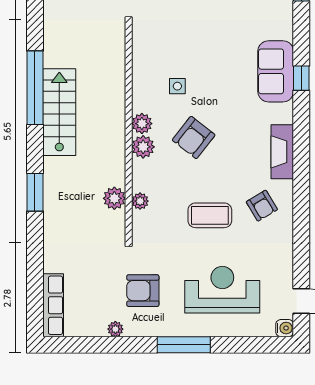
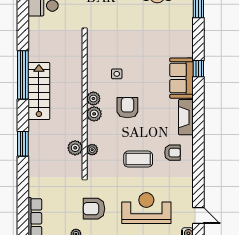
sofa: (276, 71) -> (182, 78), moved
armchair: (194, 138) -> (127, 108), turned 142
armchair: (262, 206) -> (172, 153), turned -59

